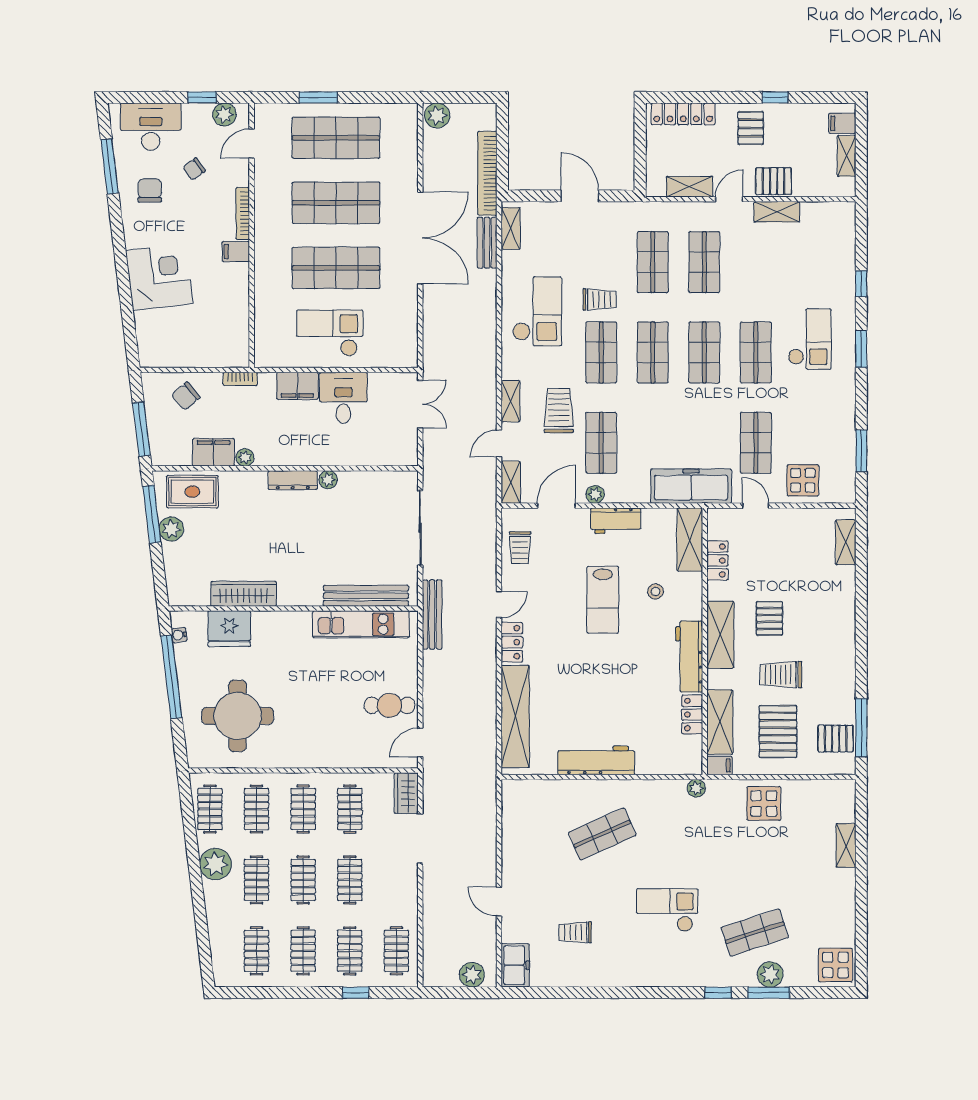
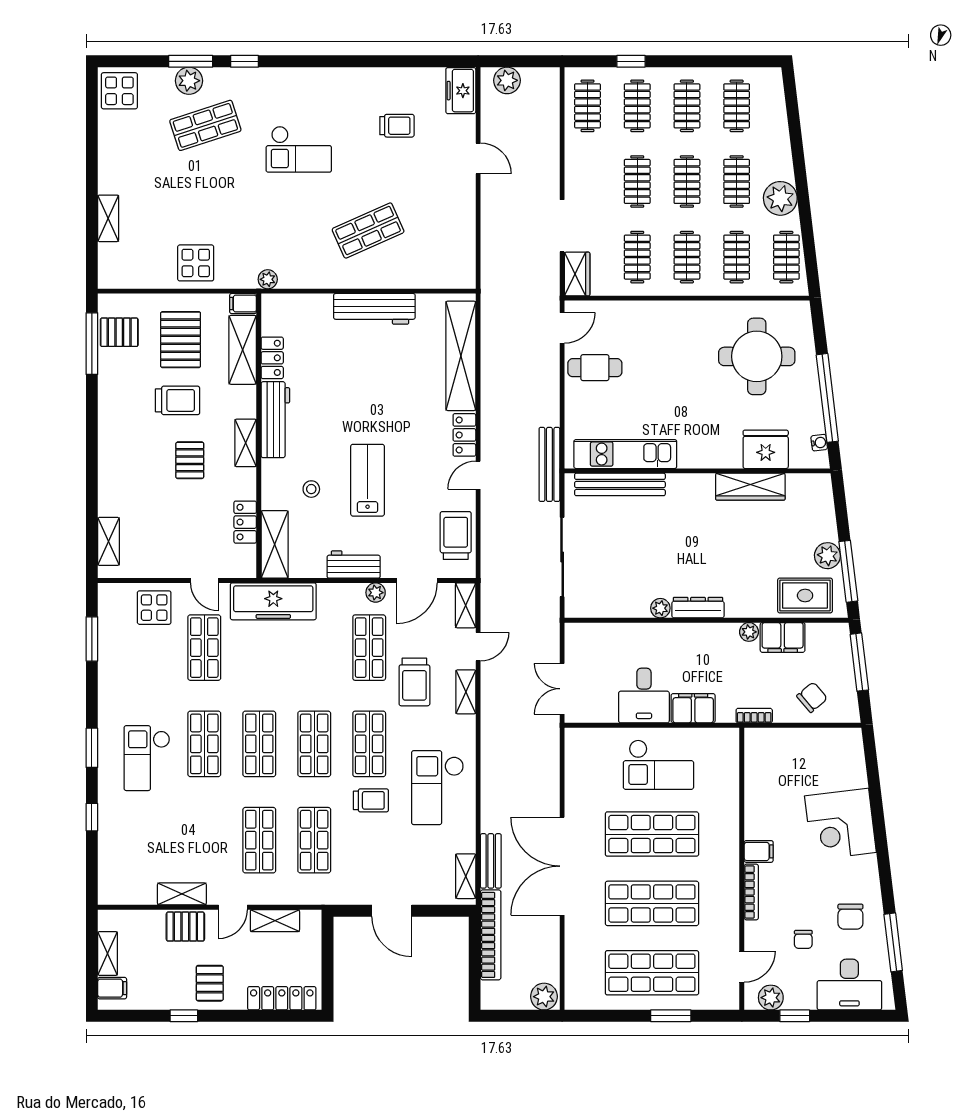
chair: (194, 169) -> (803, 939), turned 125
trolley: (600, 299) -> (371, 800), turned 180
trolley: (520, 548) -> (456, 536), width x1.36, depth x1.39
shelving: (720, 635) -> (246, 443), width x0.67, depth x0.75

